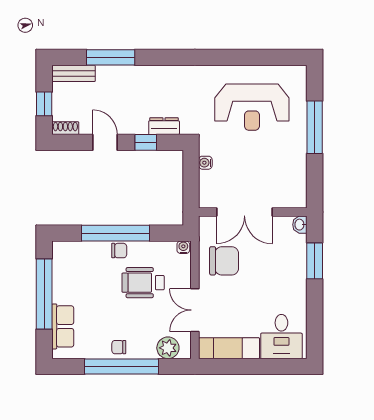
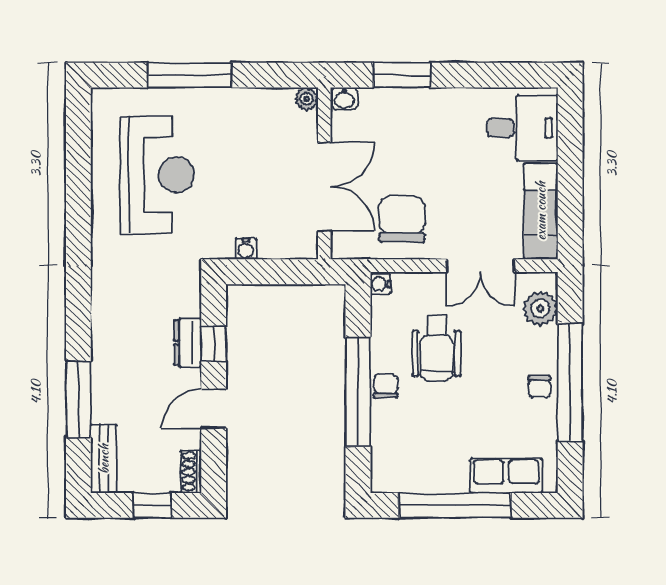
dresser: (164, 126) -> (188, 343), moved
plant: (300, 201) -> (307, 99), added

